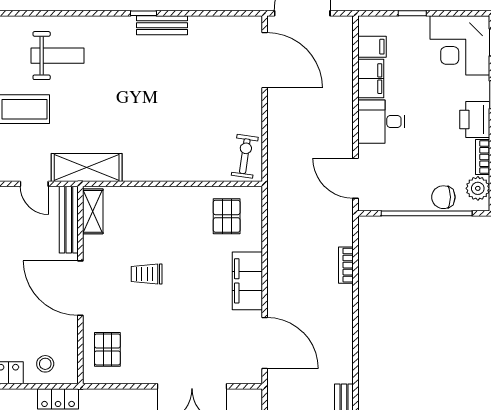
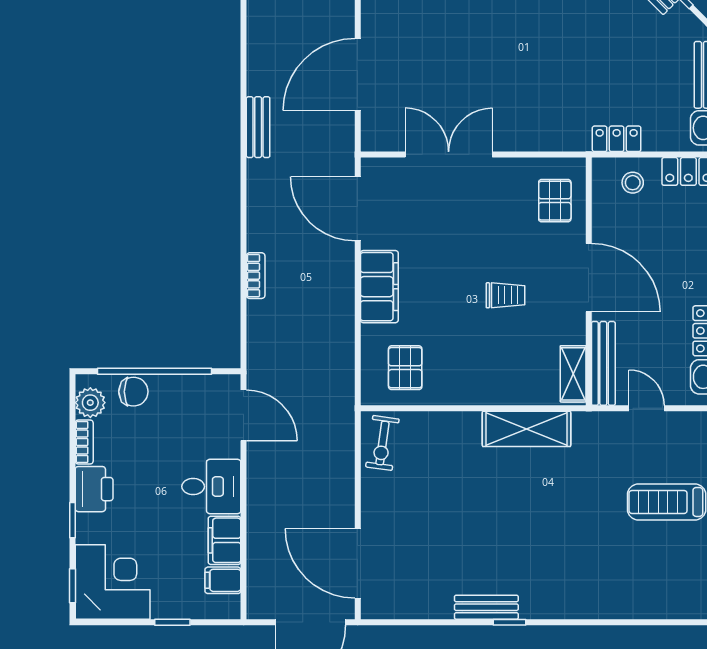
weight bench: (57, 56) -> (617, 569), removed
shelving: (87, 167) -> (527, 429), moved
bookcase: (346, 265) -> (256, 276), moved

